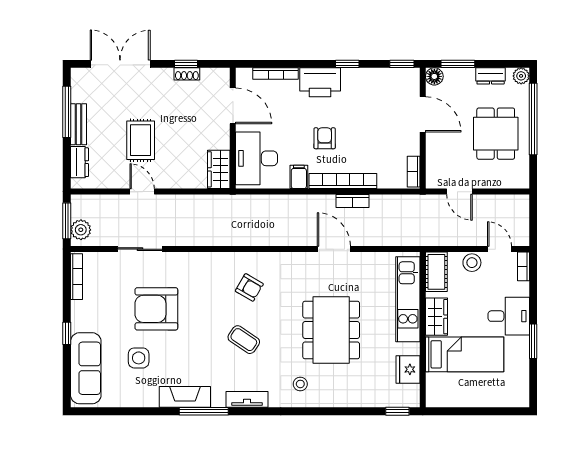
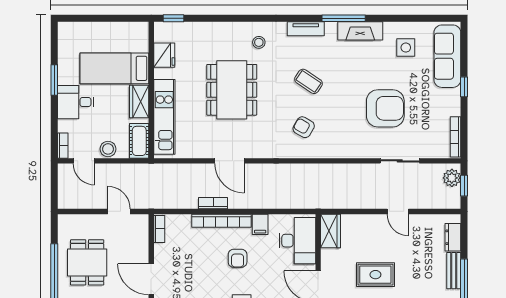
rug: (141, 140) -> (375, 275), moved, turned 90
window: (67, 221) -> (464, 186), width x0.67
side table: (139, 358) -> (406, 48), moved

